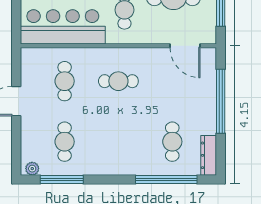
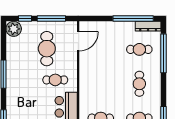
cafe table: (118, 81) -> (139, 84), moved
window: (221, 101) -> (133, 19), moved

